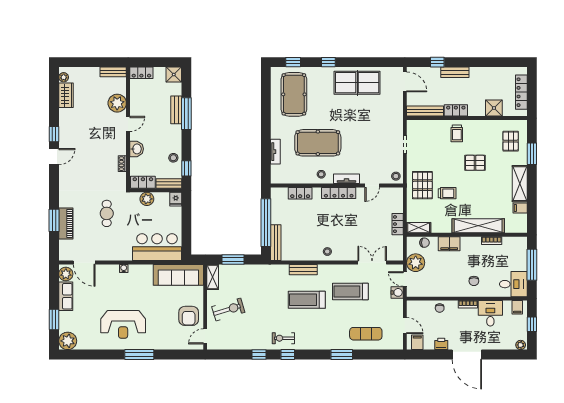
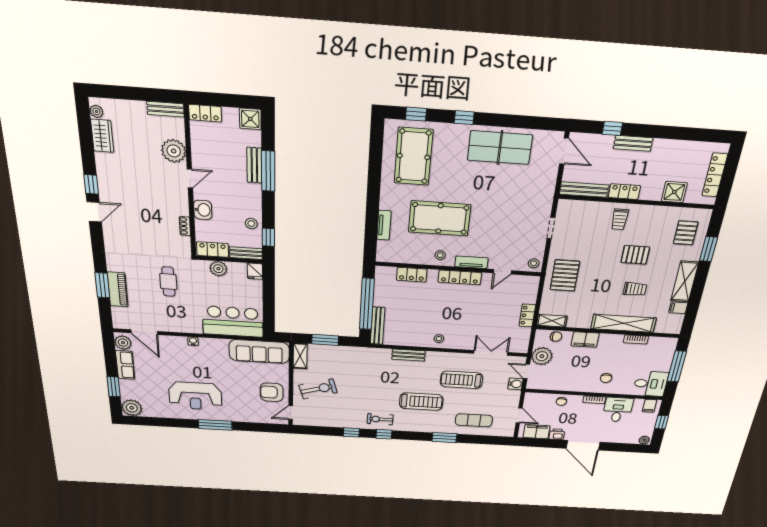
trolley: (447, 193) -> (635, 289), moved
treadmill: (307, 300) -> (421, 402), moved, turned 180
armchair: (189, 316) -> (272, 392), turned 90
filing cabinet: (417, 342) -> (536, 432), width x2.00

